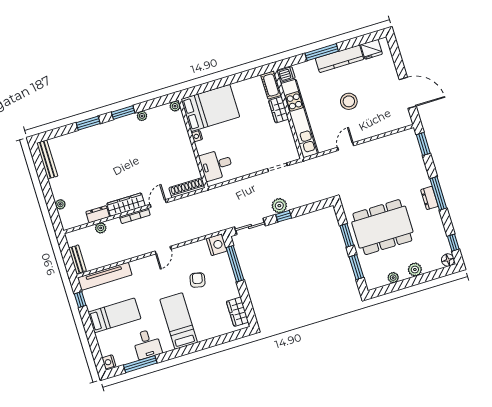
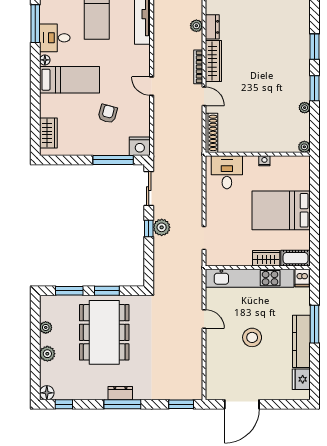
bed: (210, 108) -> (281, 210), moved, turned 90
armchair: (197, 280) -> (108, 114), turned -87
wardrobe: (237, 312) -> (48, 133), moved, turned 90
floor lamp: (168, 347) -> (45, 60), added

